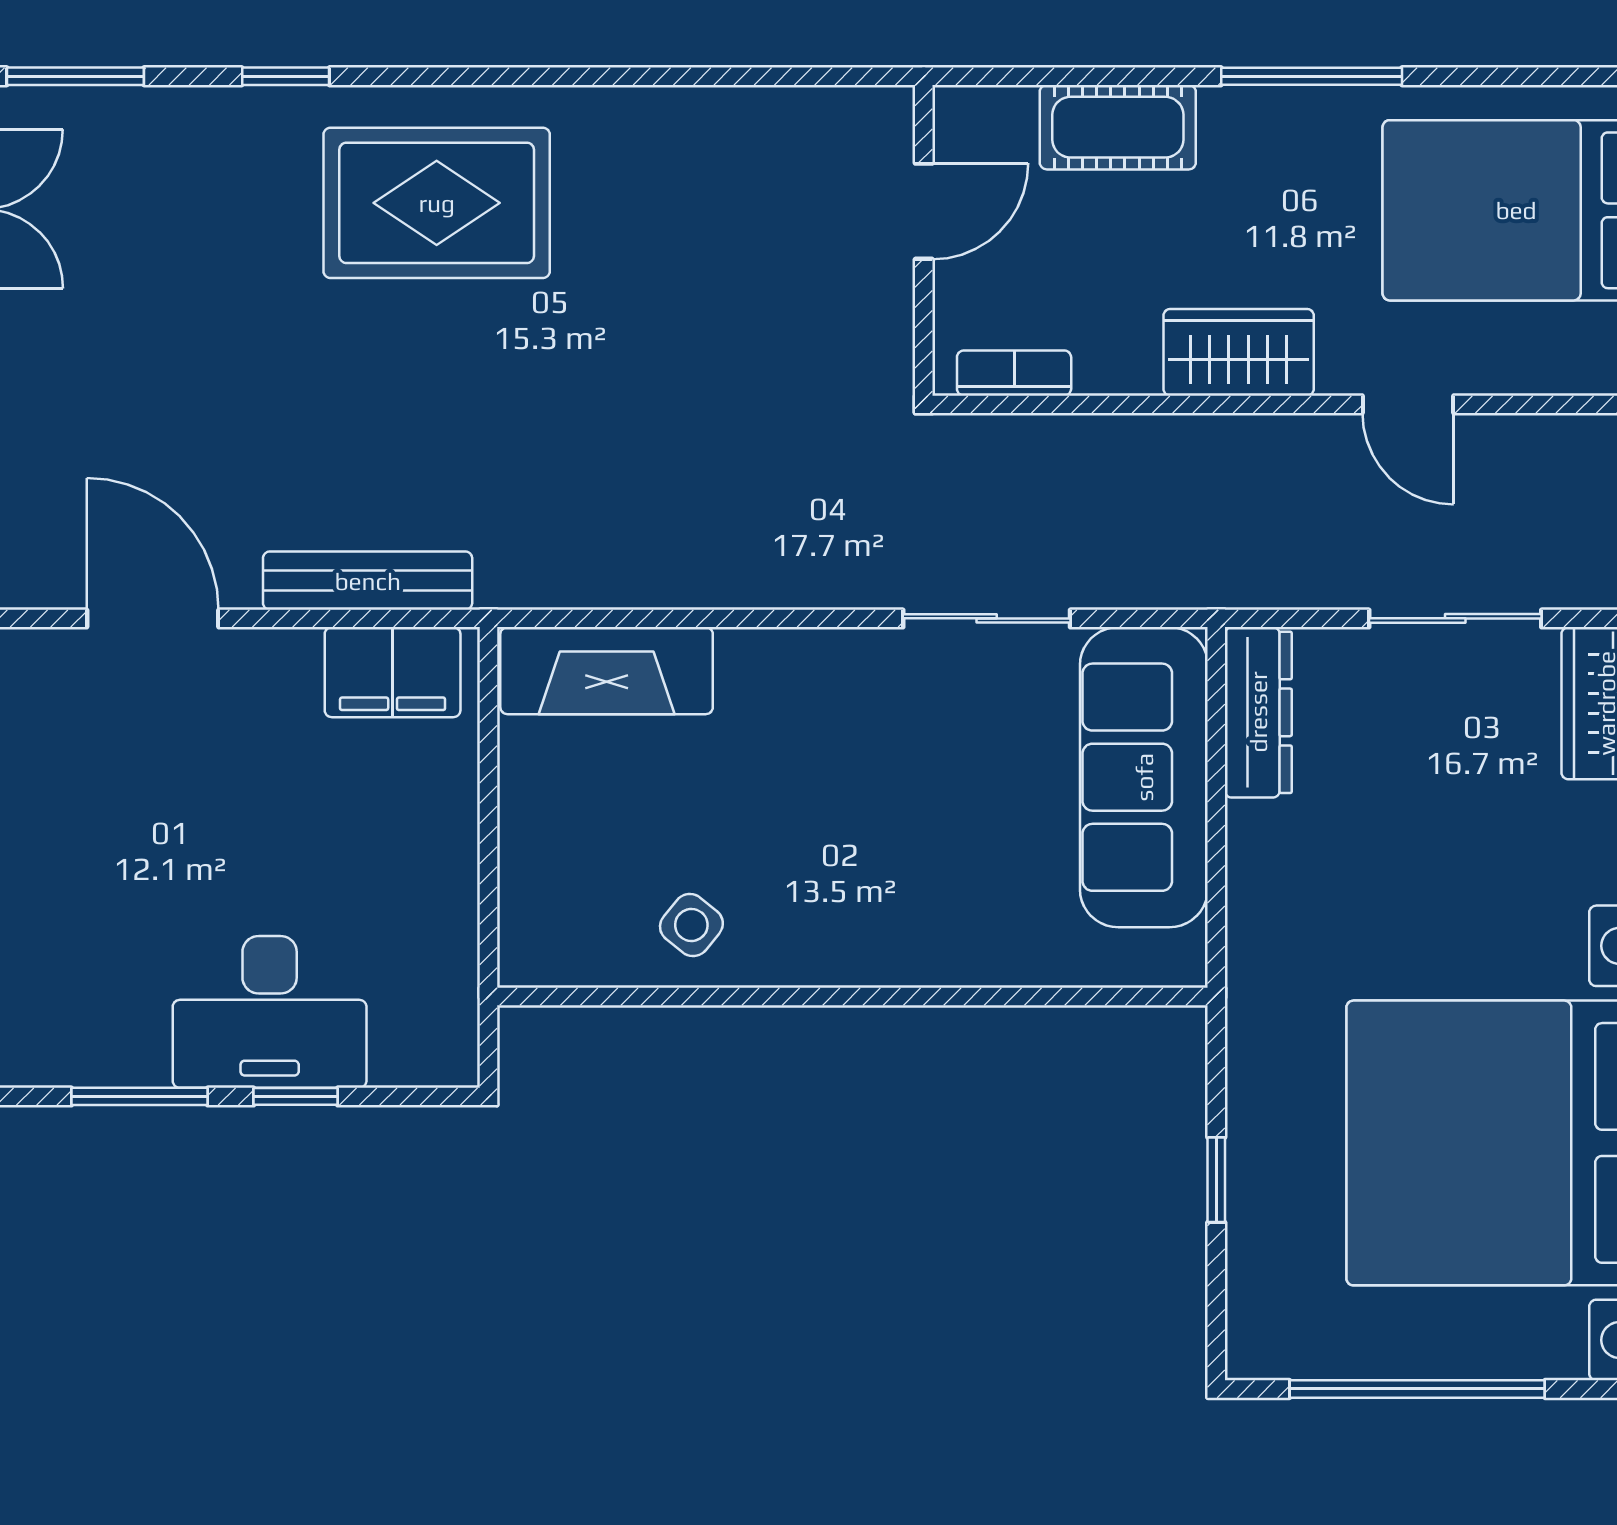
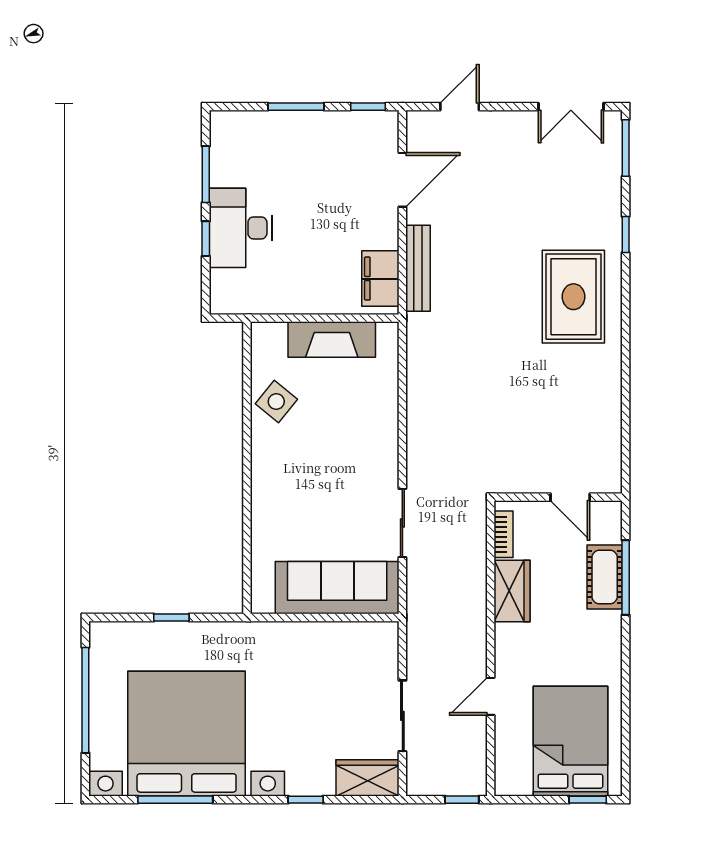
window: (1312, 76) -> (626, 577), moved
wardrobe: (1239, 352) -> (512, 591), moved
fireplace: (607, 671) -> (332, 340), moved, turned -90
dresser: (1258, 712) -> (364, 635), removed
side table: (691, 925) -> (276, 402), width x1.37, depth x1.37

